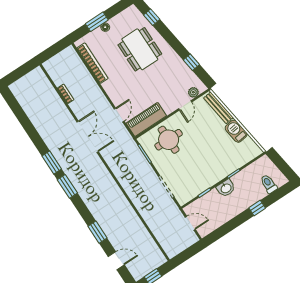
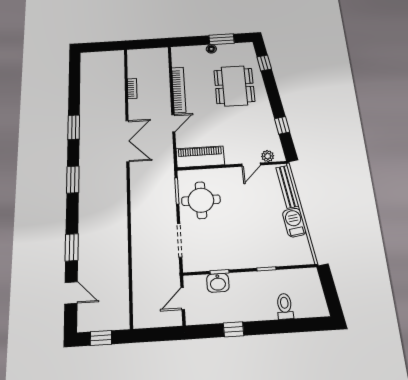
window: (97, 22) -> (222, 39), moved
bookcase: (92, 63) -> (179, 90), moved
door: (119, 115) -> (173, 123), moved
round table: (169, 140) -> (201, 200), moved
window: (52, 163) -> (74, 127), moved
toilet: (269, 184) -> (285, 306), moved
washbasin: (226, 188) -> (218, 283), moved
window: (257, 208) -> (233, 329), moved
door: (190, 223) -> (183, 299), swing flipped

